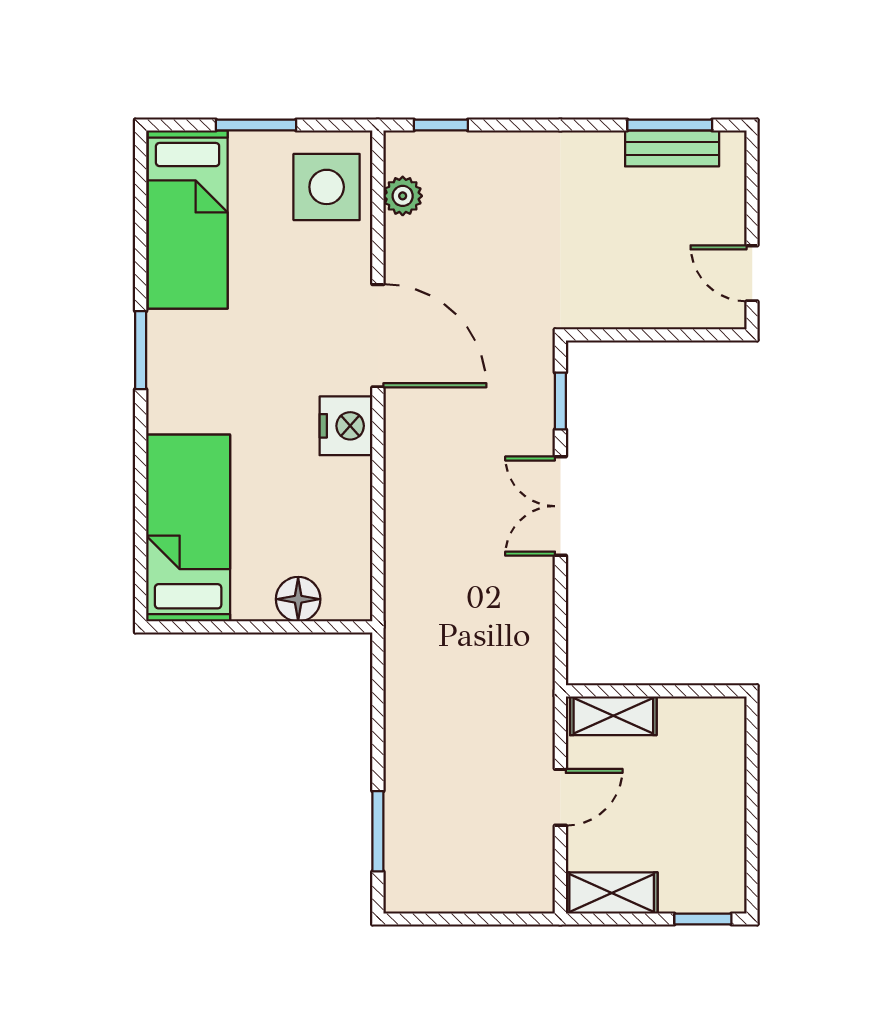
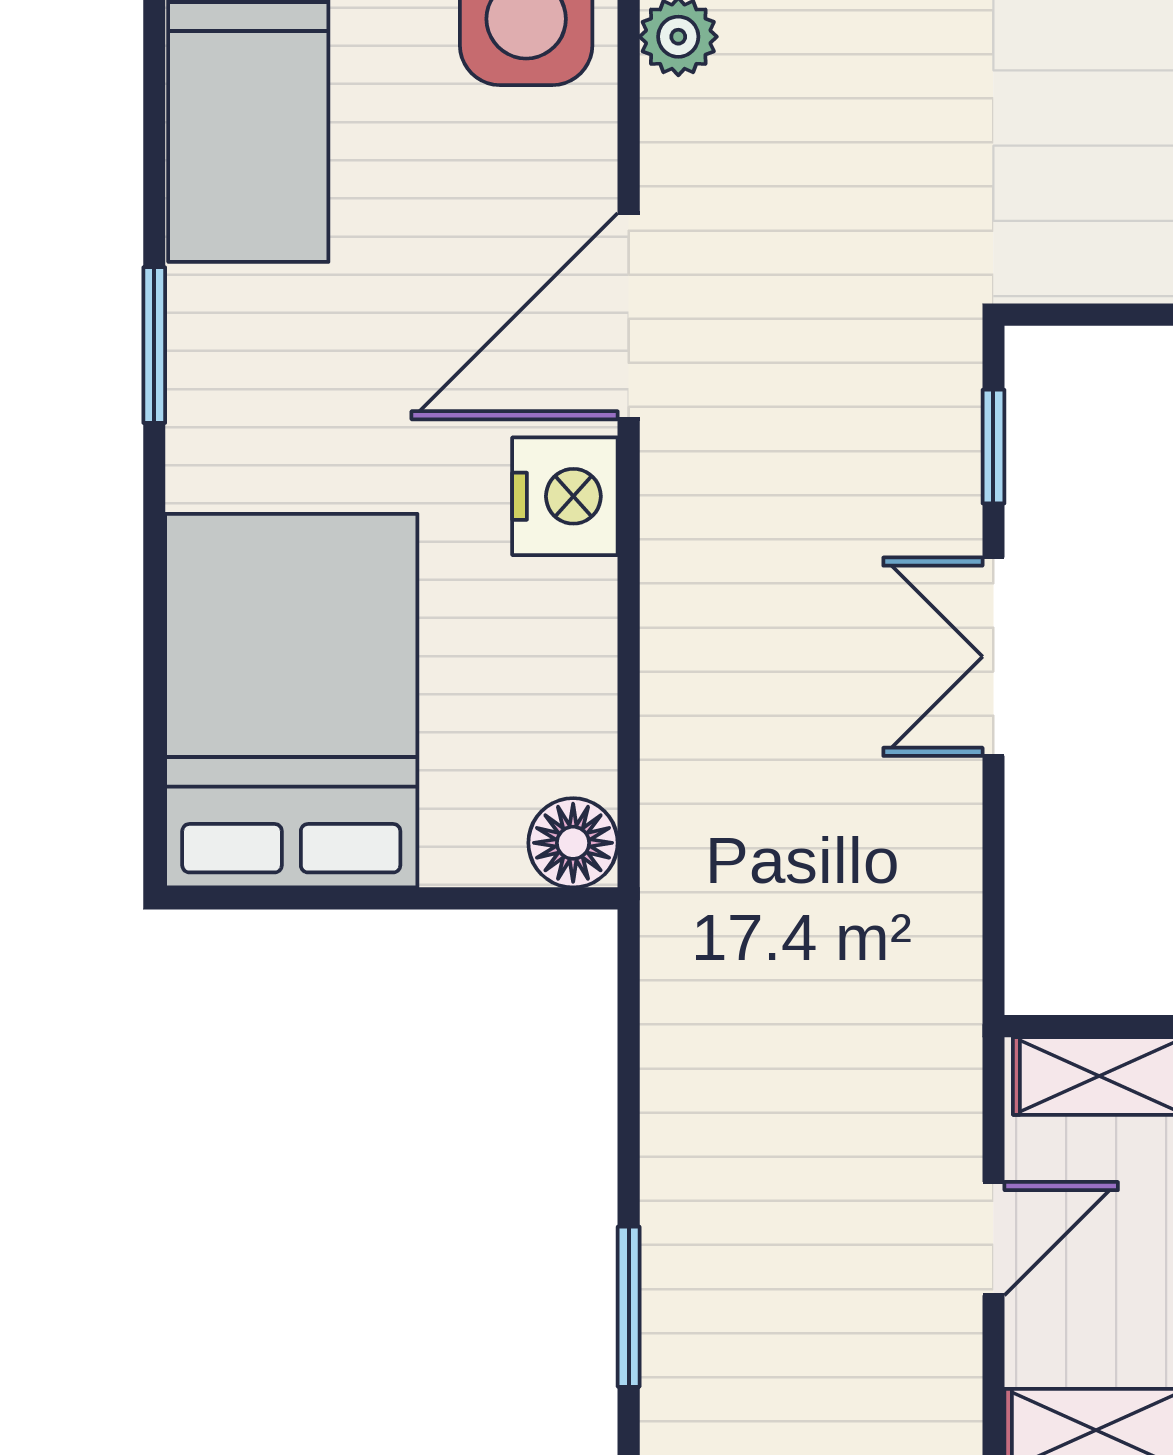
door: (378, 336) -> (629, 316), swing flipped
bed: (188, 528) -> (291, 701), width x1.50
floor lamp: (298, 599) -> (573, 843), moved

